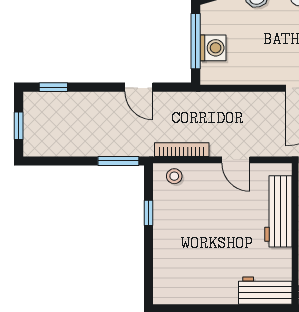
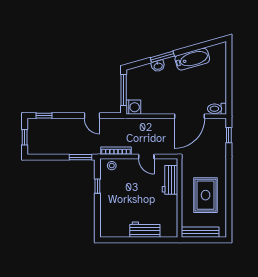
washing machine: (213, 48) -> (133, 107), moved
workbench: (278, 211) -> (170, 180), width x0.73
workbench: (265, 291) -> (145, 230), moved

